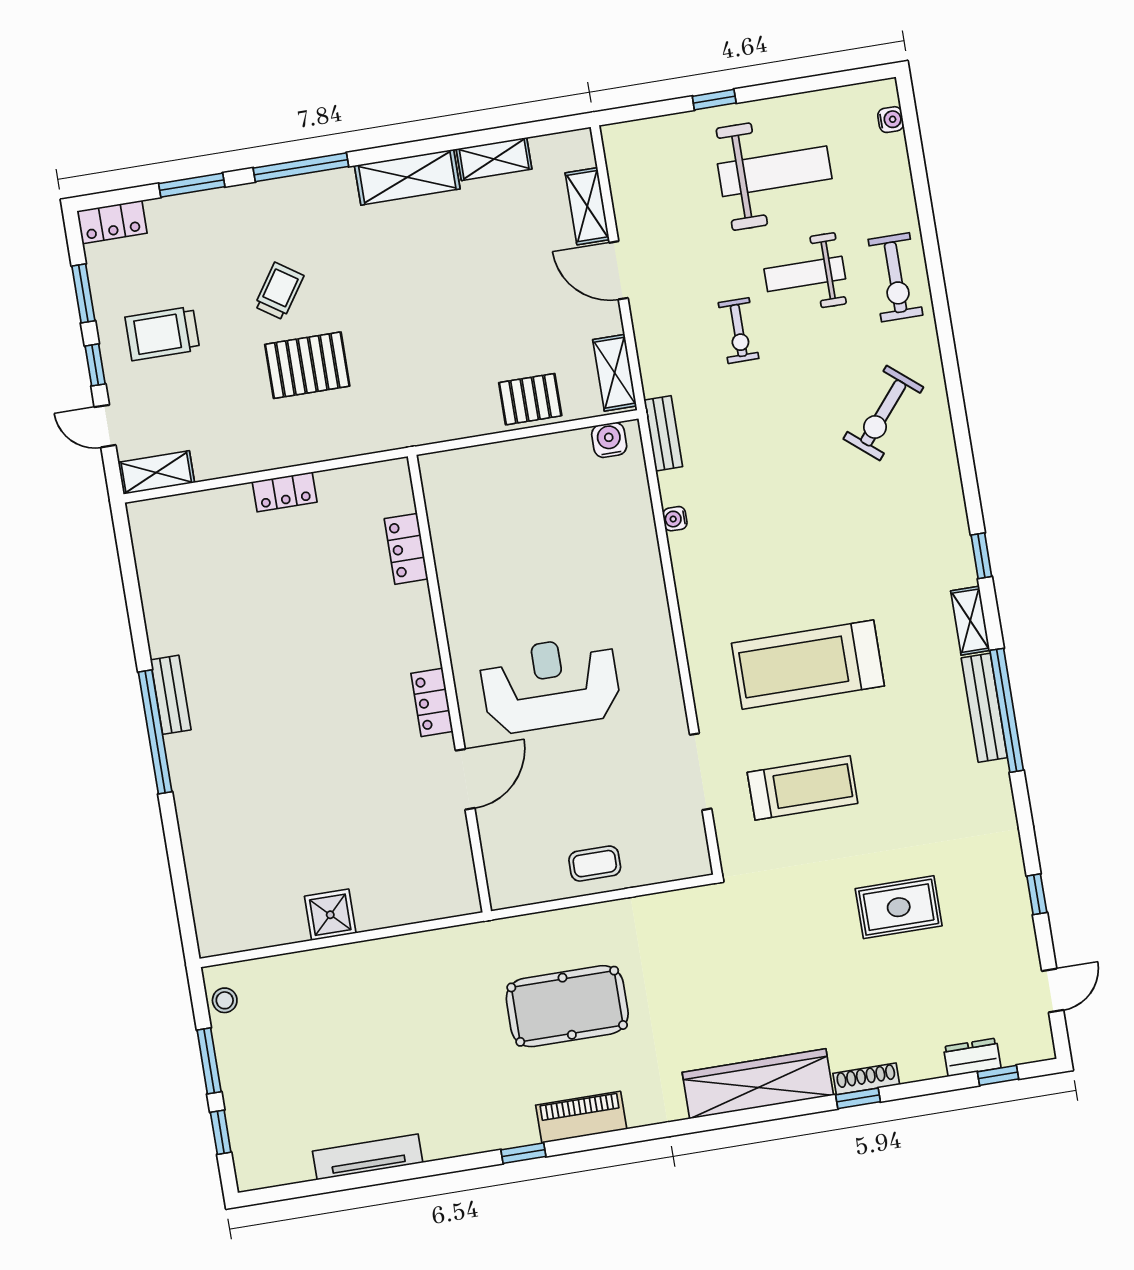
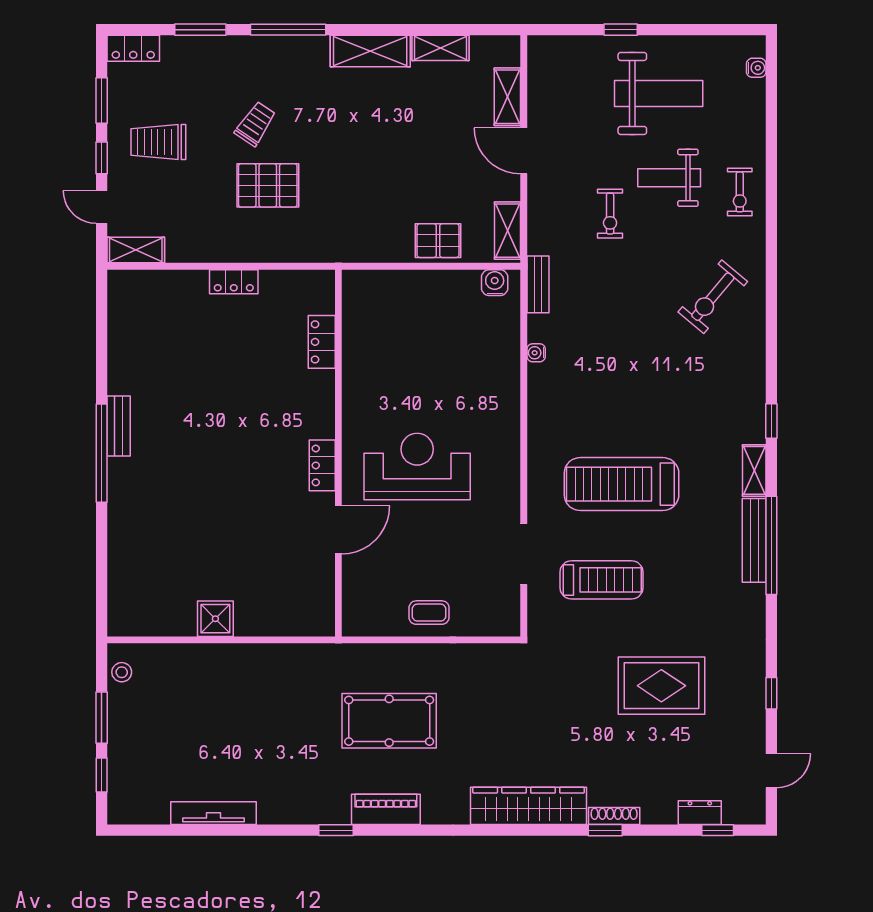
exercise bike: (895, 277) -> (740, 192), width x0.73, depth x0.72
rug: (899, 907) -> (661, 686), width x1.36, depth x1.43

